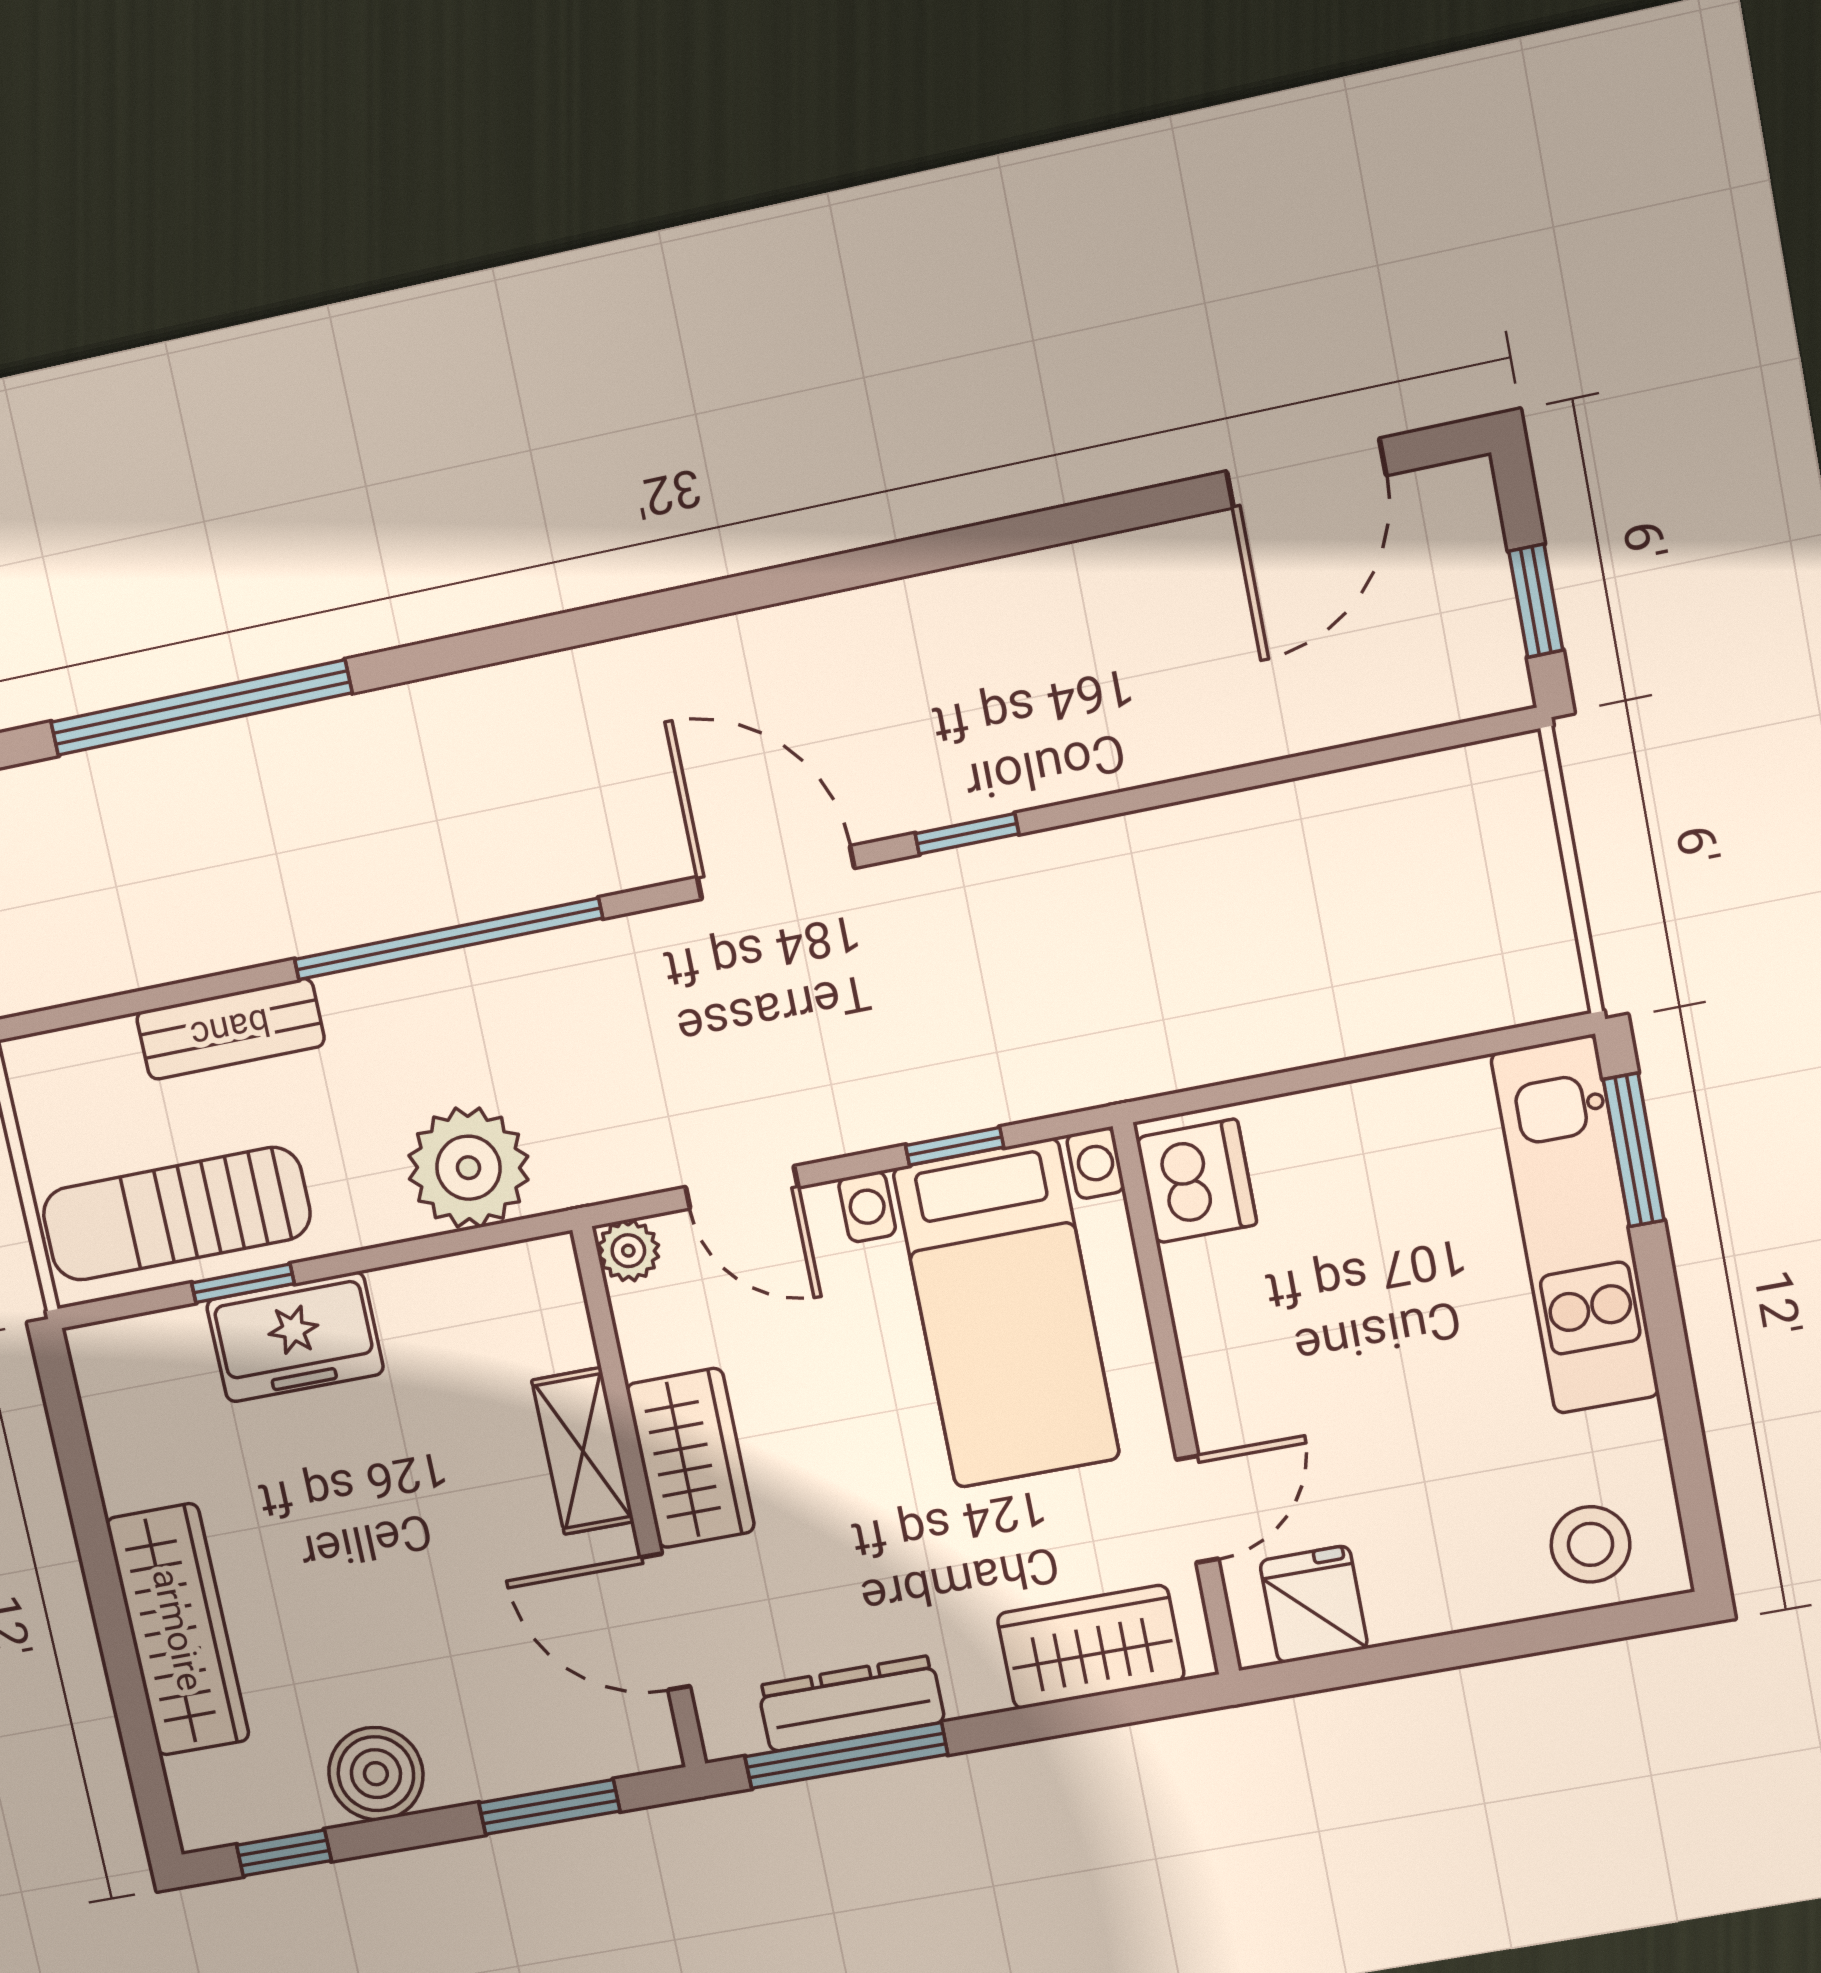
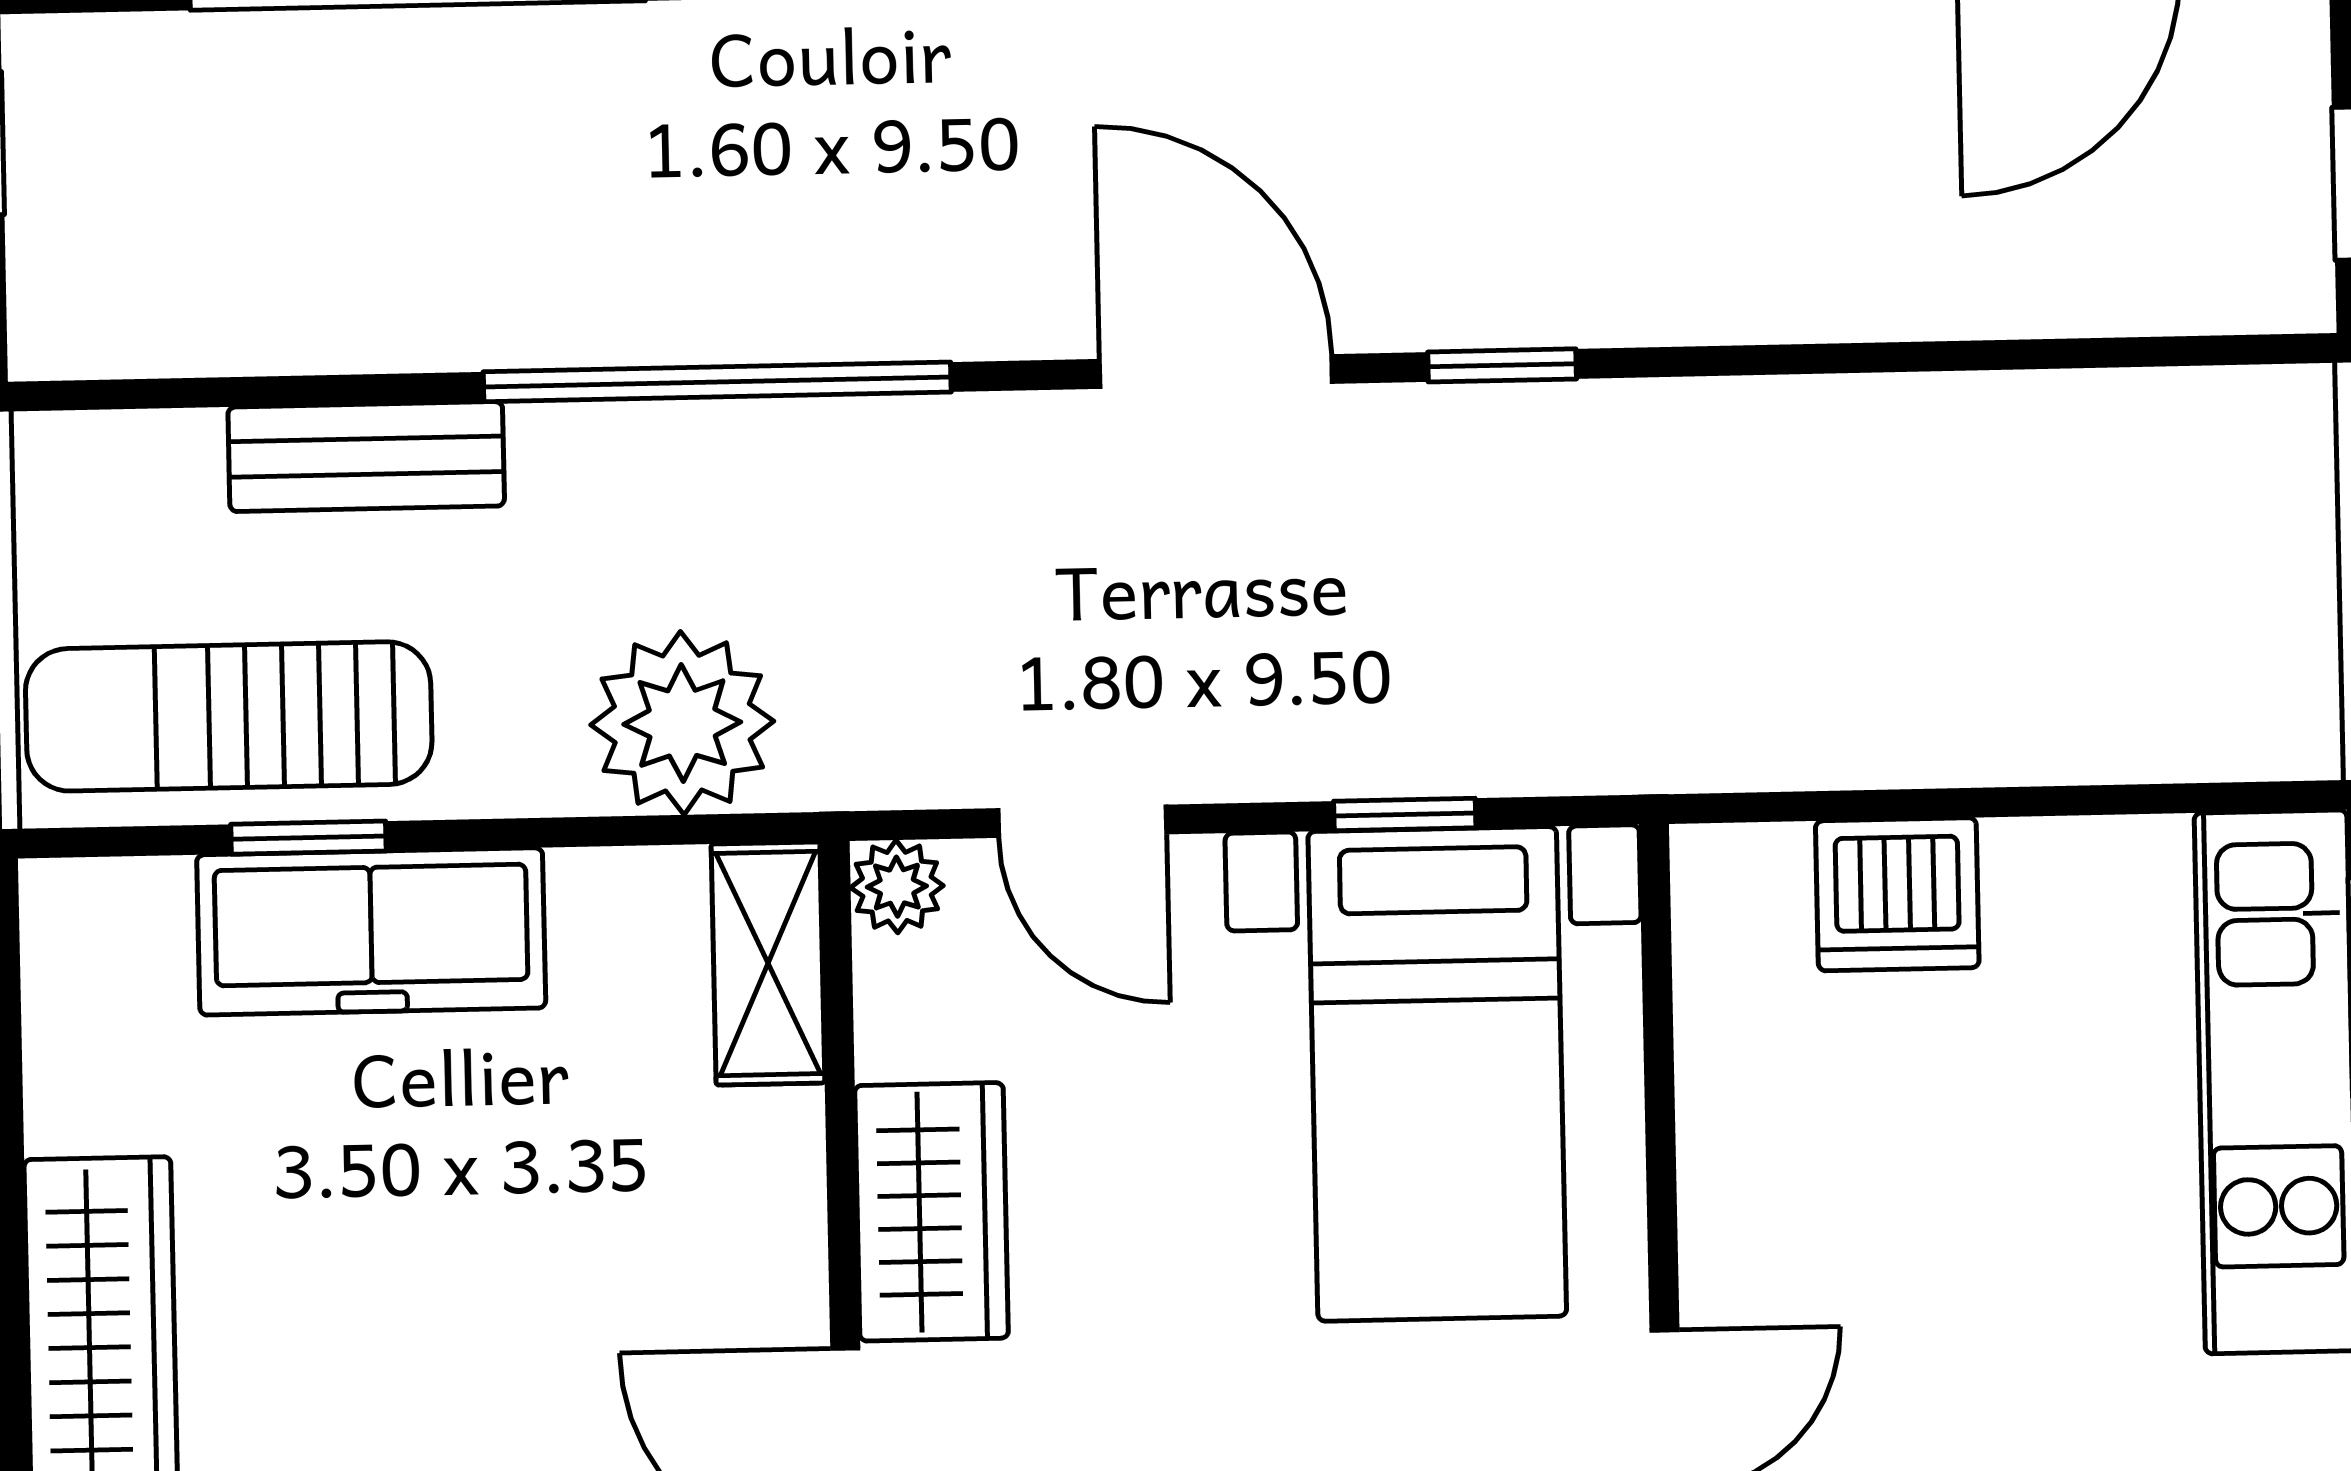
dishwasher: (1196, 1181) -> (1897, 894), moved, turned 90
freezer: (295, 1337) -> (371, 931), width x1.40
shelving: (583, 1451) -> (768, 963), moved

